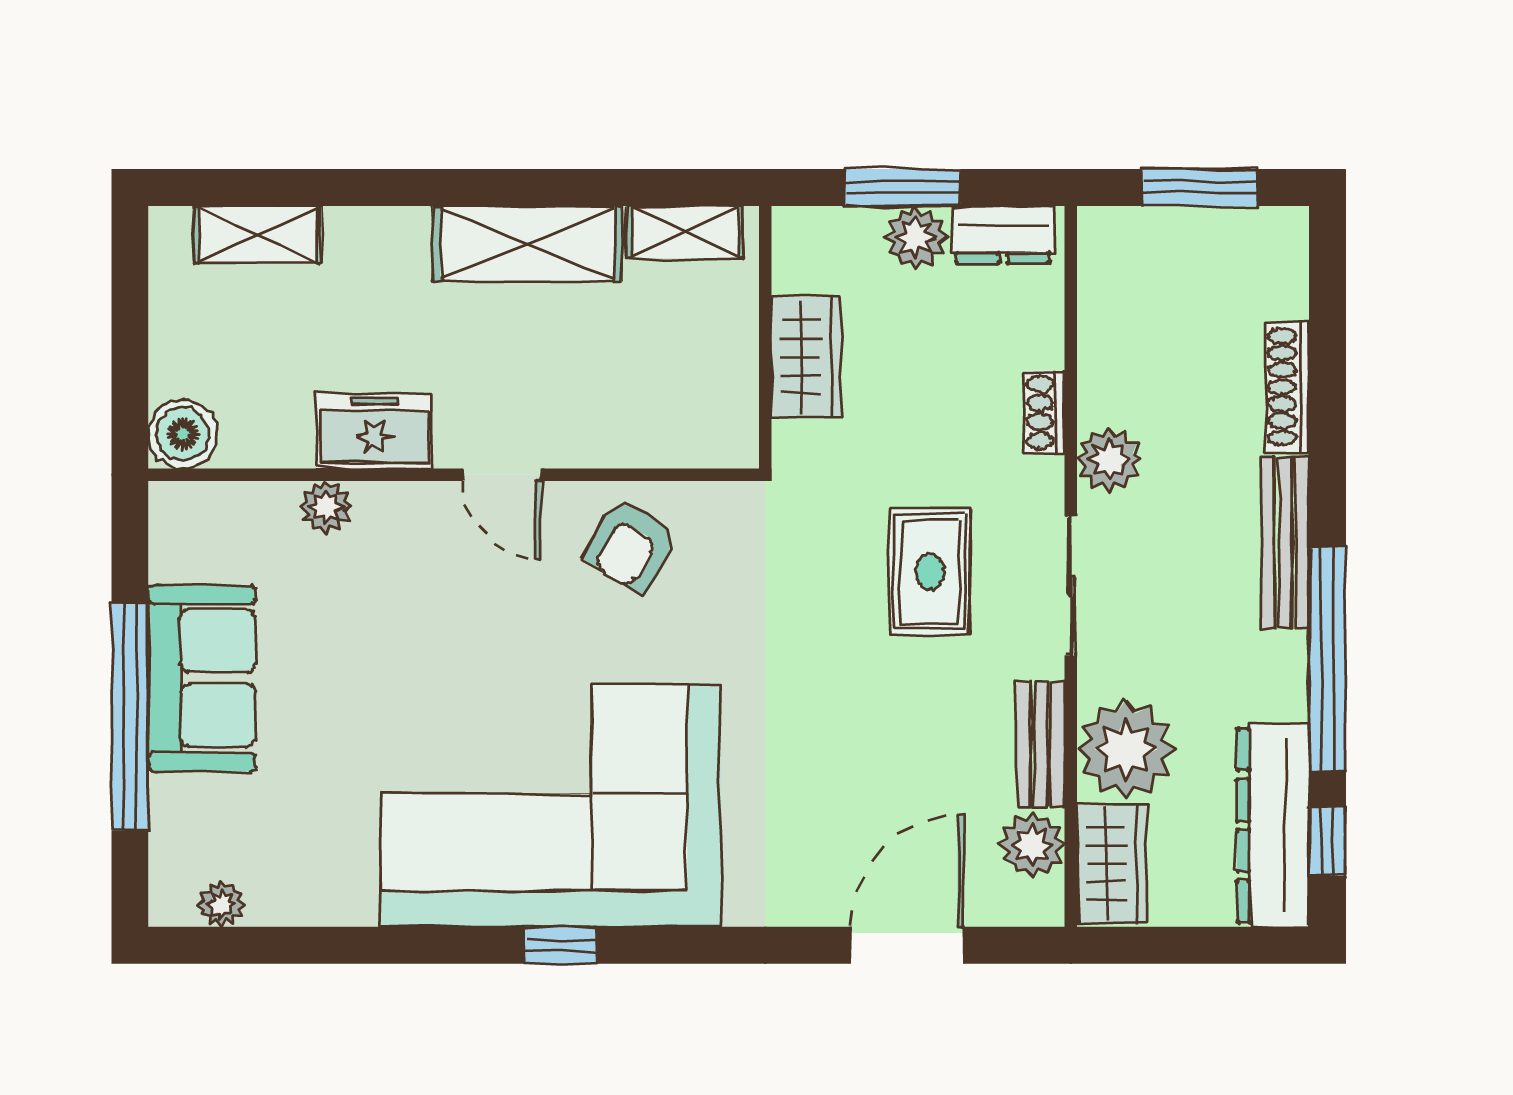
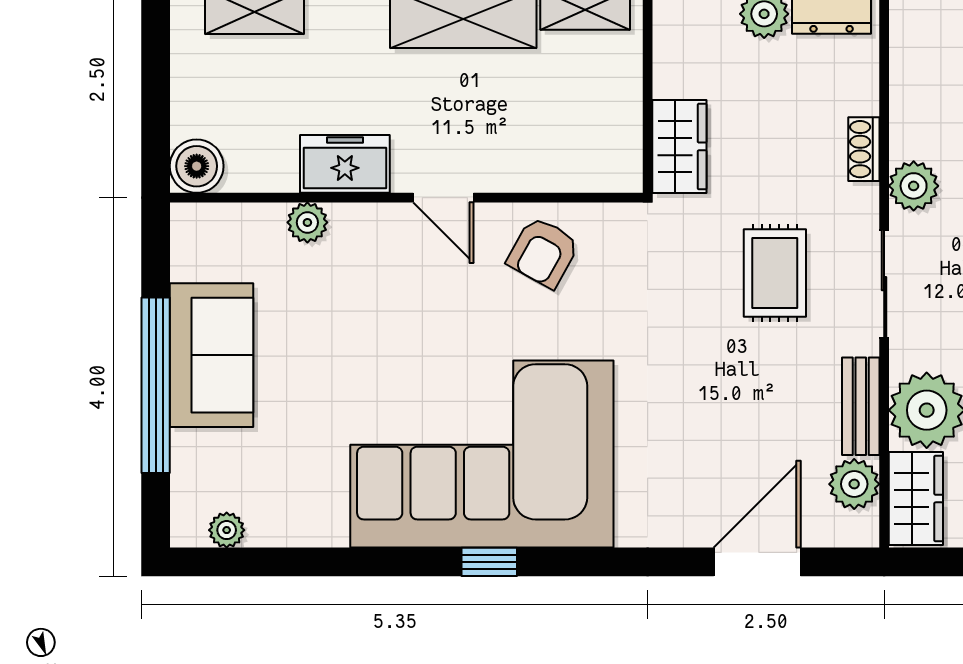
wardrobe: (806, 357) -> (679, 146), moved

